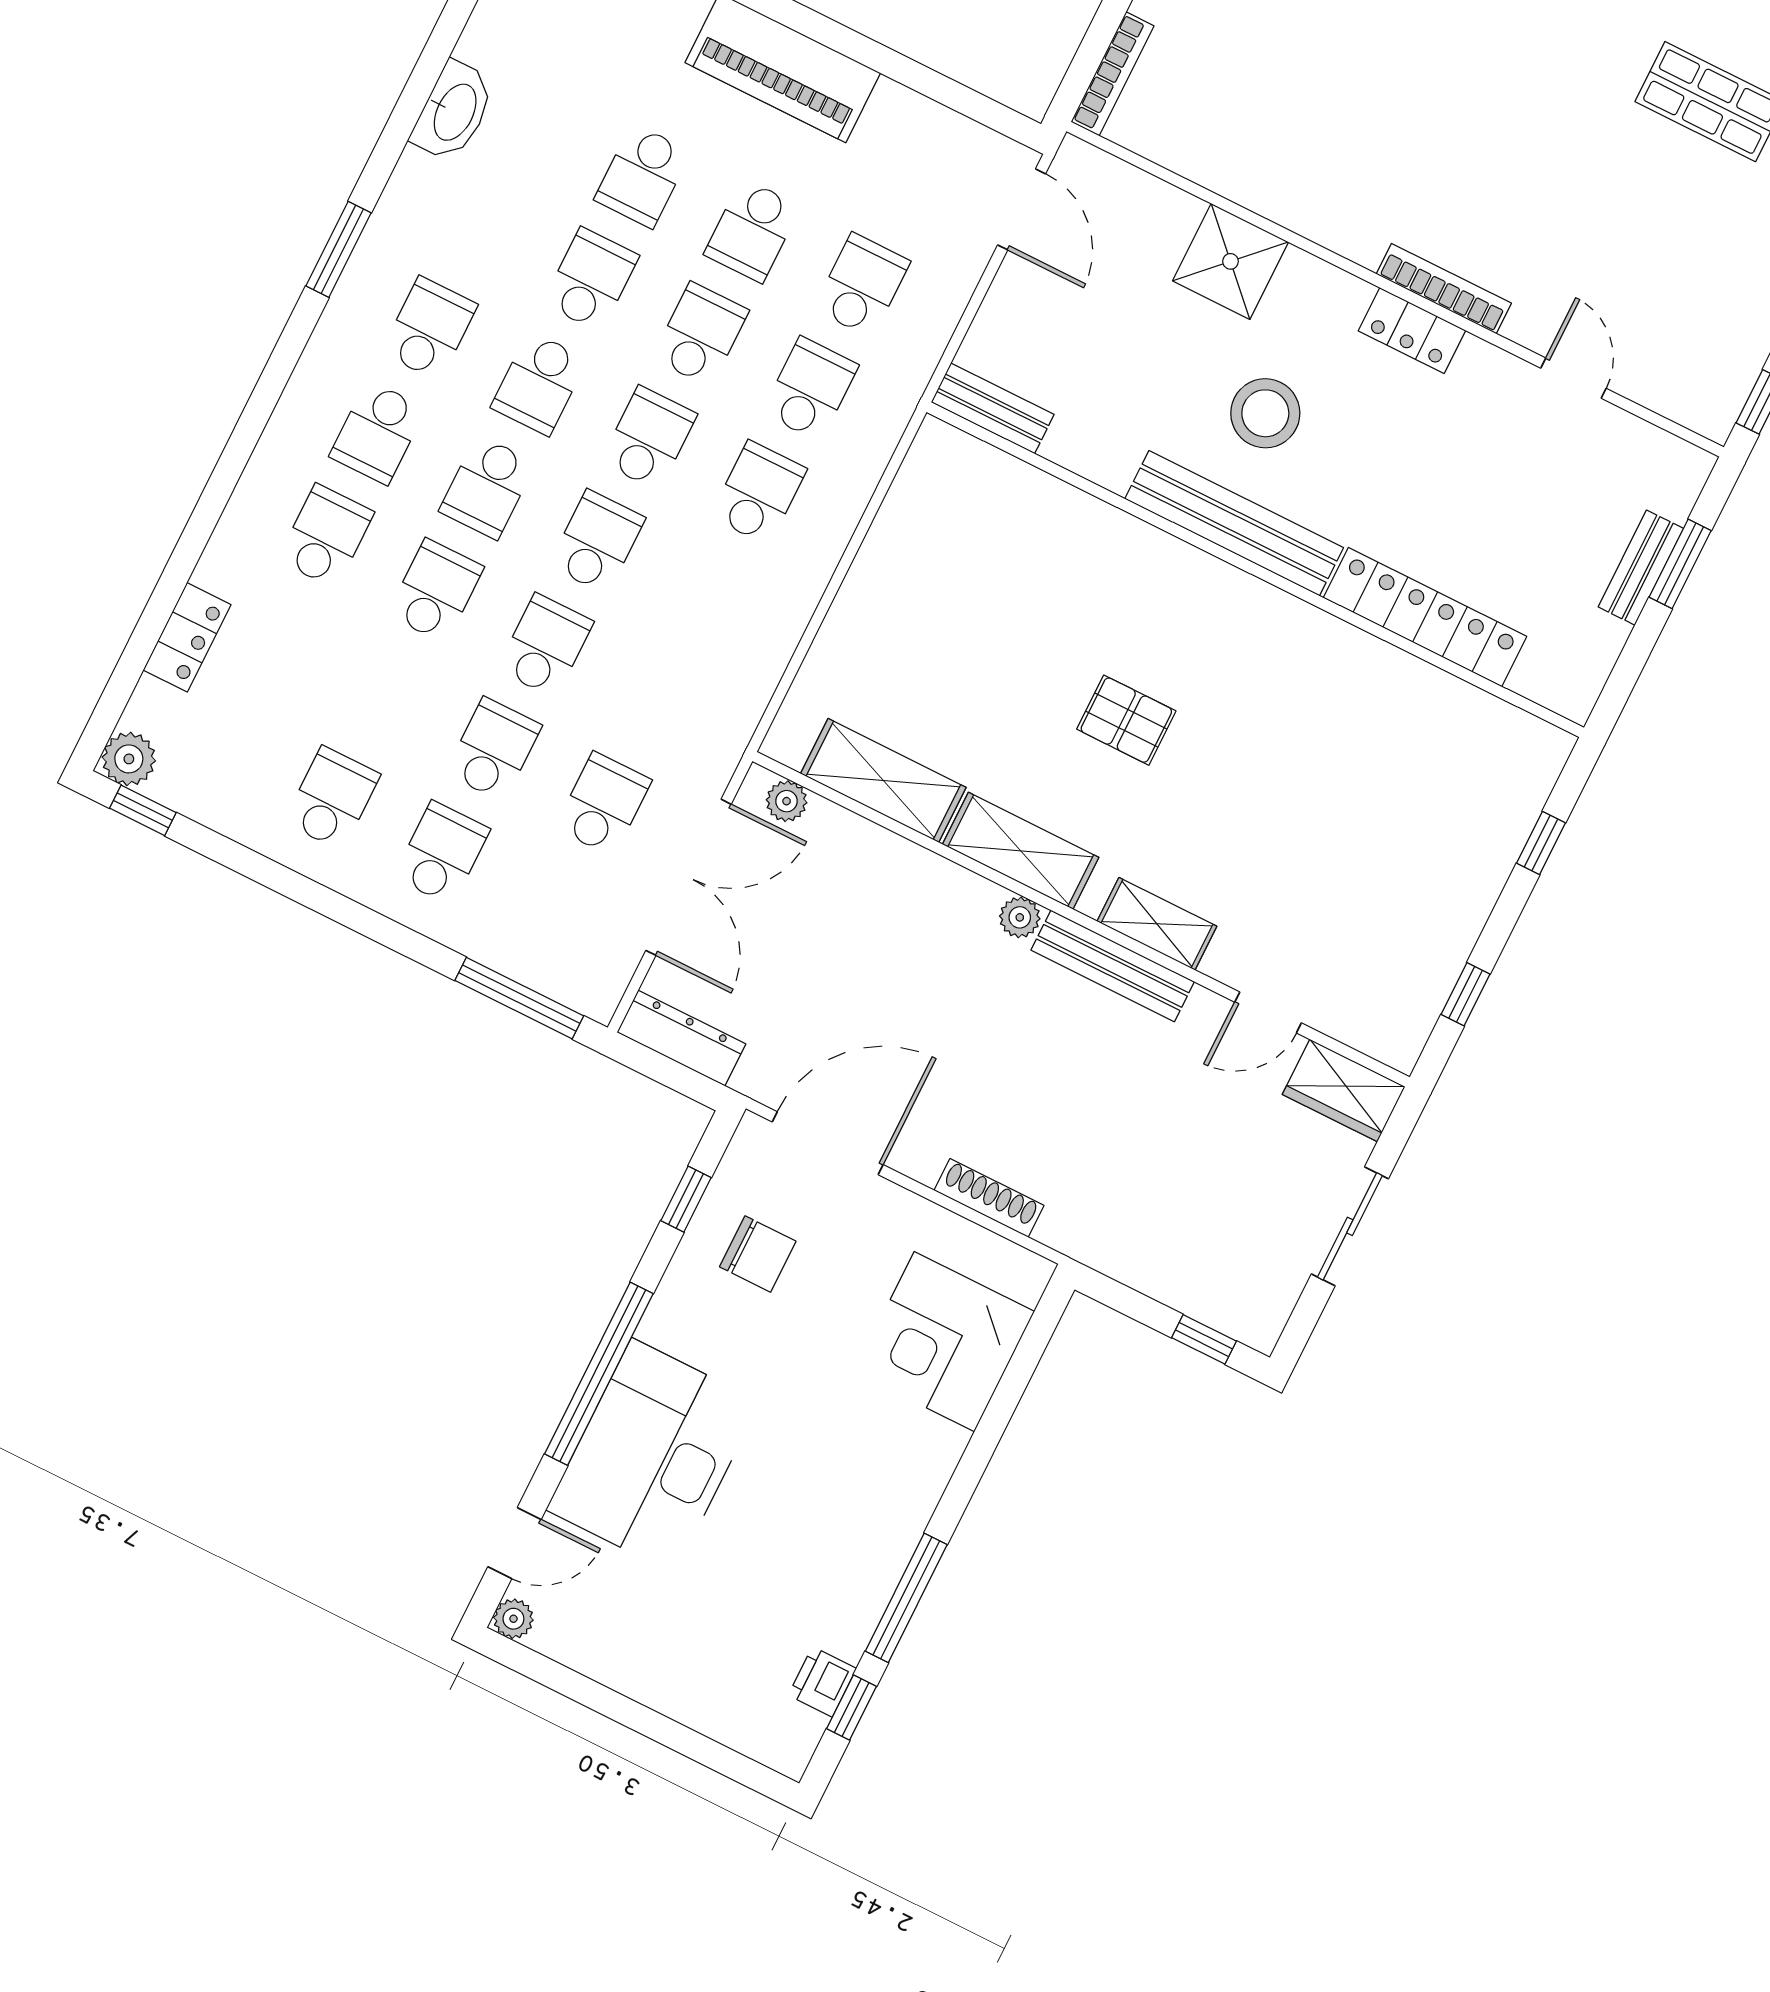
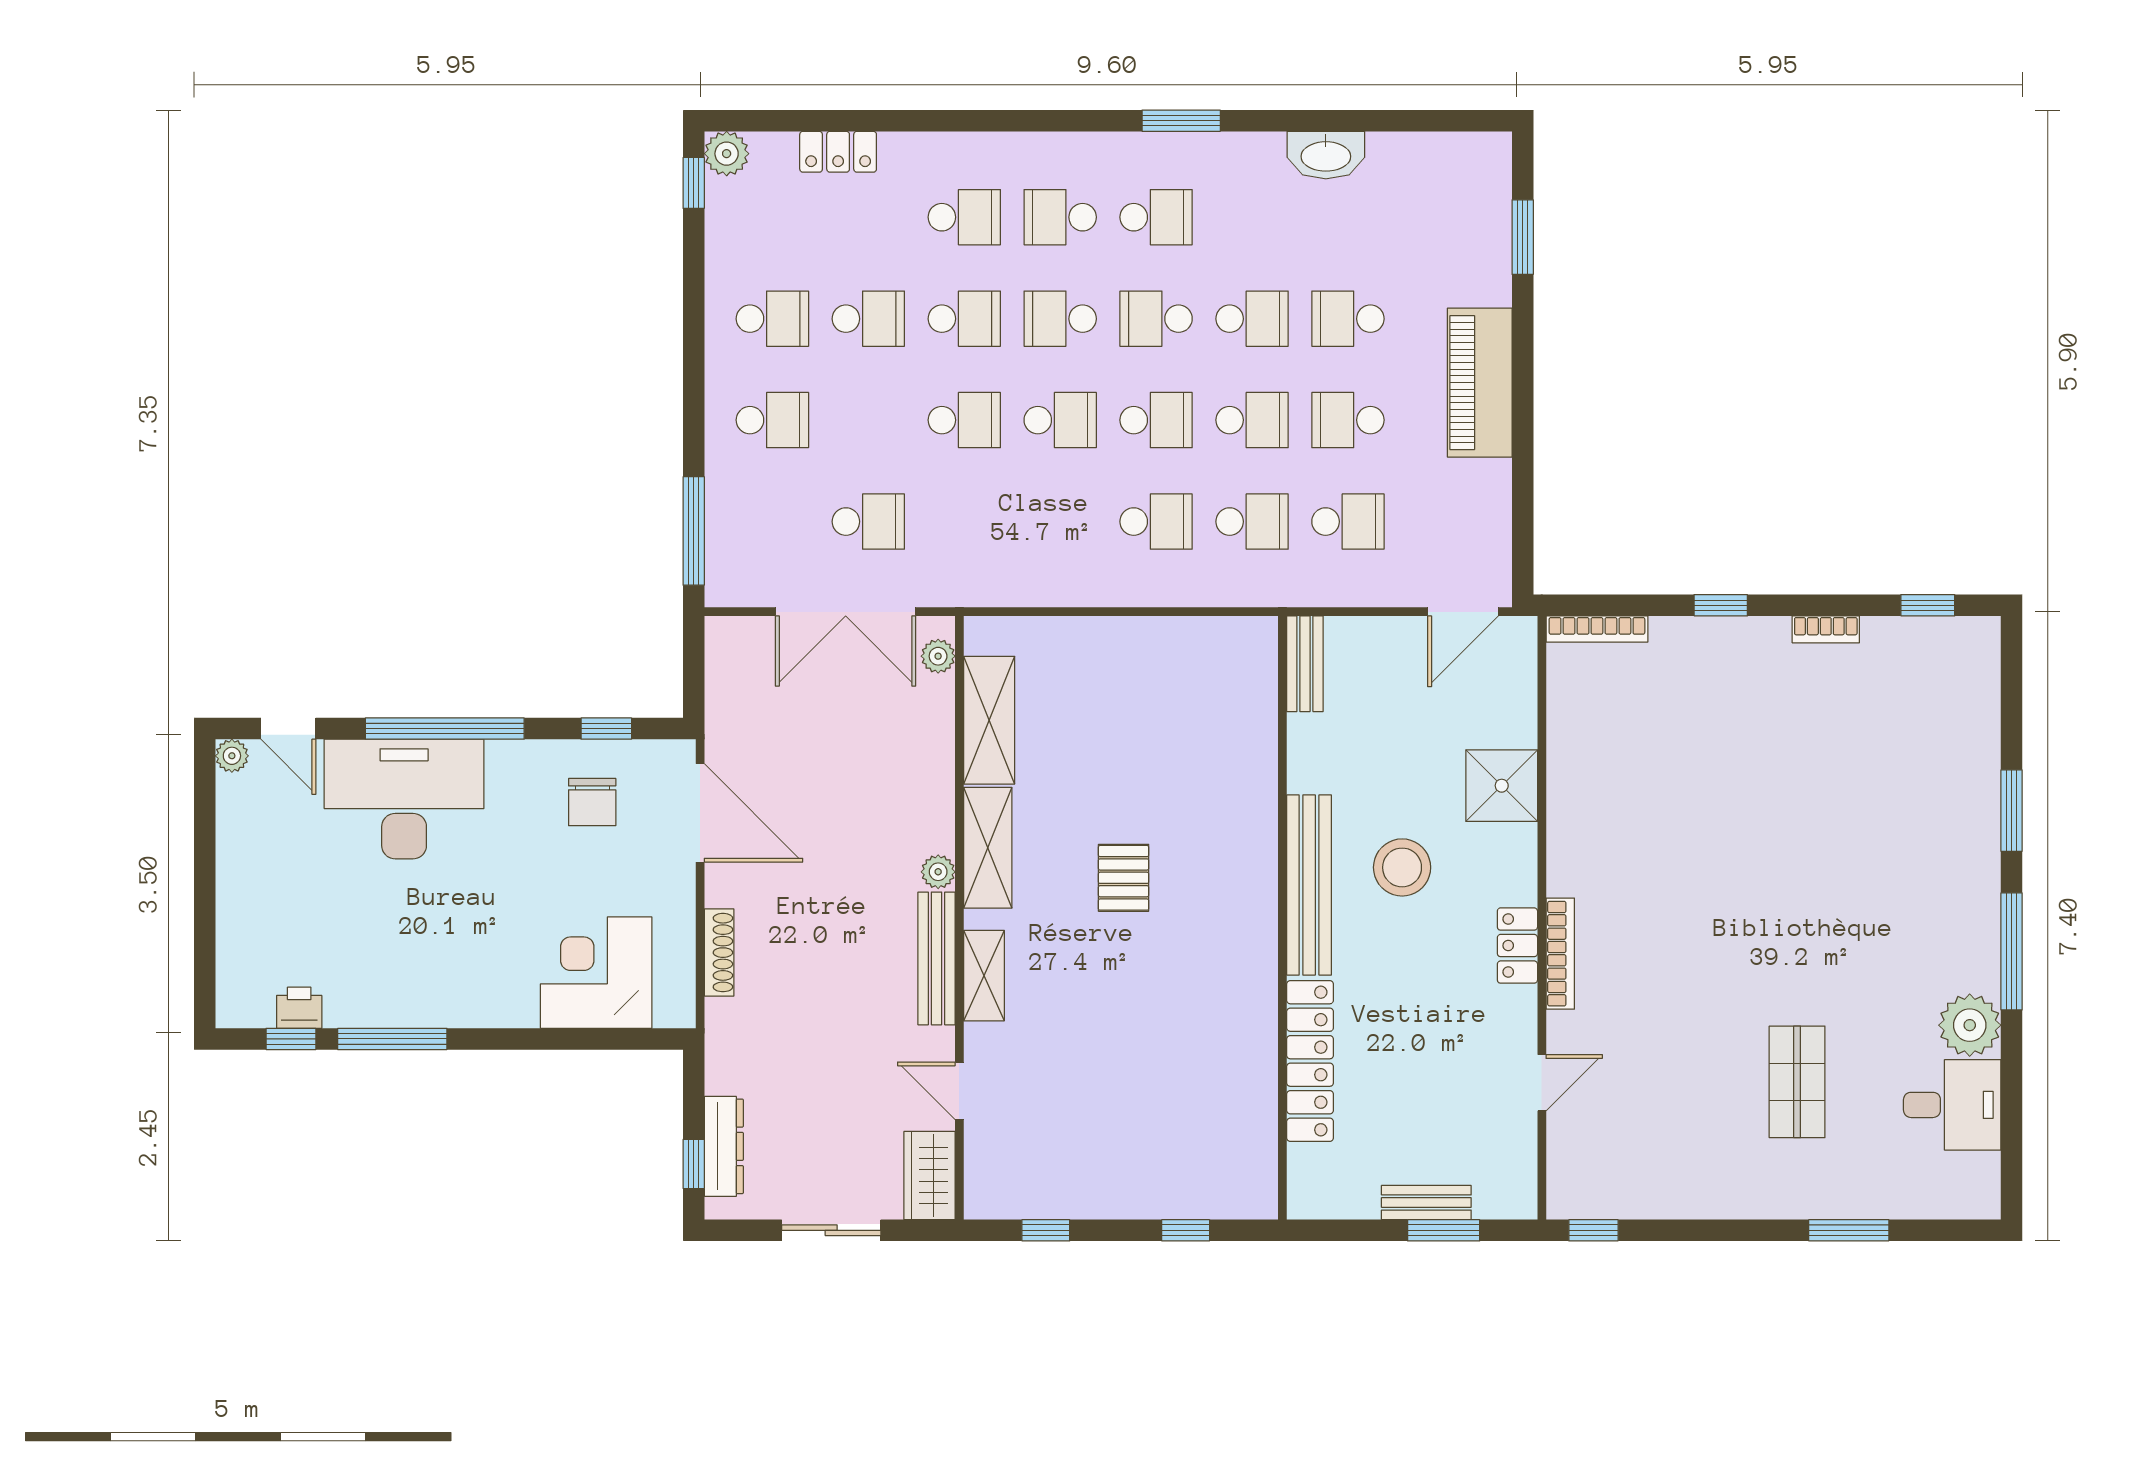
school desk: (494, 749) -> (868, 319), moved
dresser: (681, 1038) -> (724, 1146), moved

